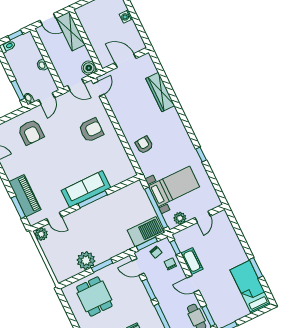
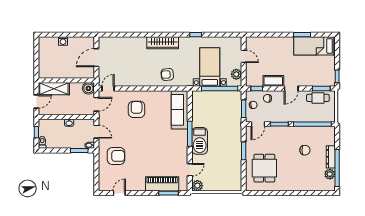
door: (99, 89) -> (108, 88), hinge flipped
wardrobe: (160, 92) -> (163, 43), moved
sofa: (86, 189) -> (180, 110), moved
barbecue: (146, 232) -> (200, 141), moved, turned 180
plant: (86, 260) -> (234, 161), removed
dining table: (94, 296) -> (264, 168), turned 90

